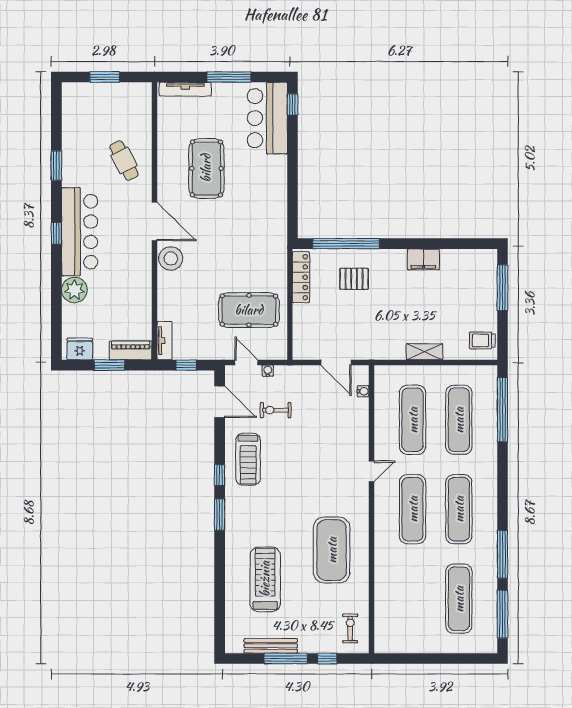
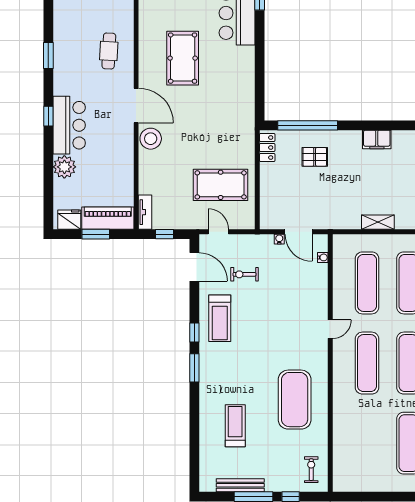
cafe table: (124, 160) -> (109, 51), turned 30
bar counter: (80, 232) -> (69, 125), width x0.73
locker: (301, 277) -> (267, 148), width x0.66
piano: (131, 350) -> (108, 218), width x1.37, depth x1.33
water cooler: (268, 371) -> (279, 239), moved
treadmill: (265, 579) -> (235, 426), width x0.73, depth x0.73

